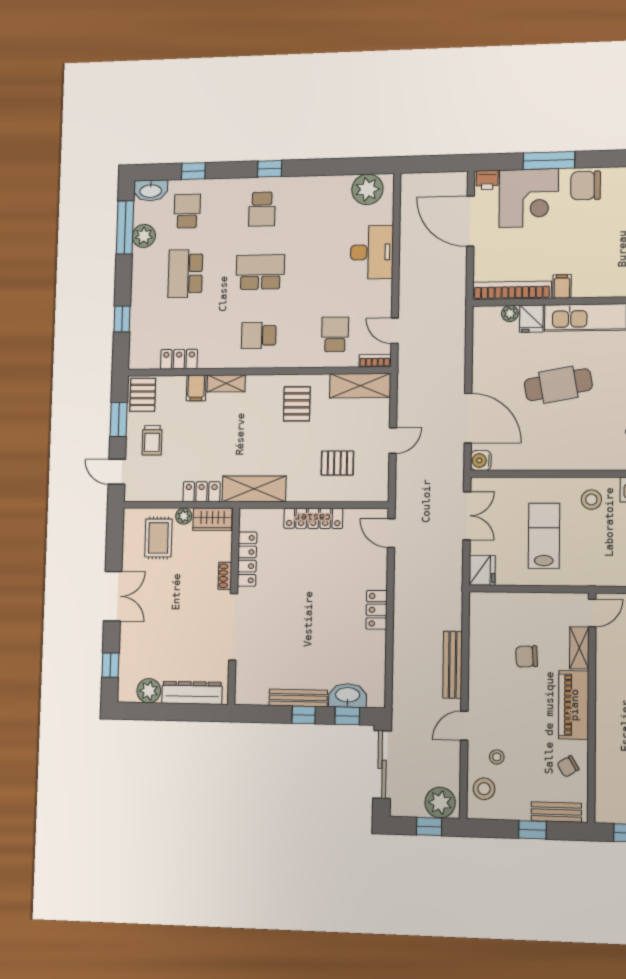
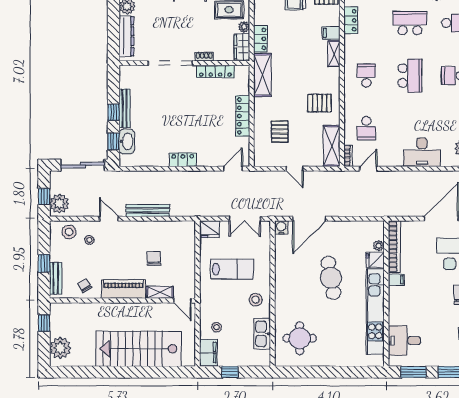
school desk: (335, 334) -> (366, 128), turned 90

